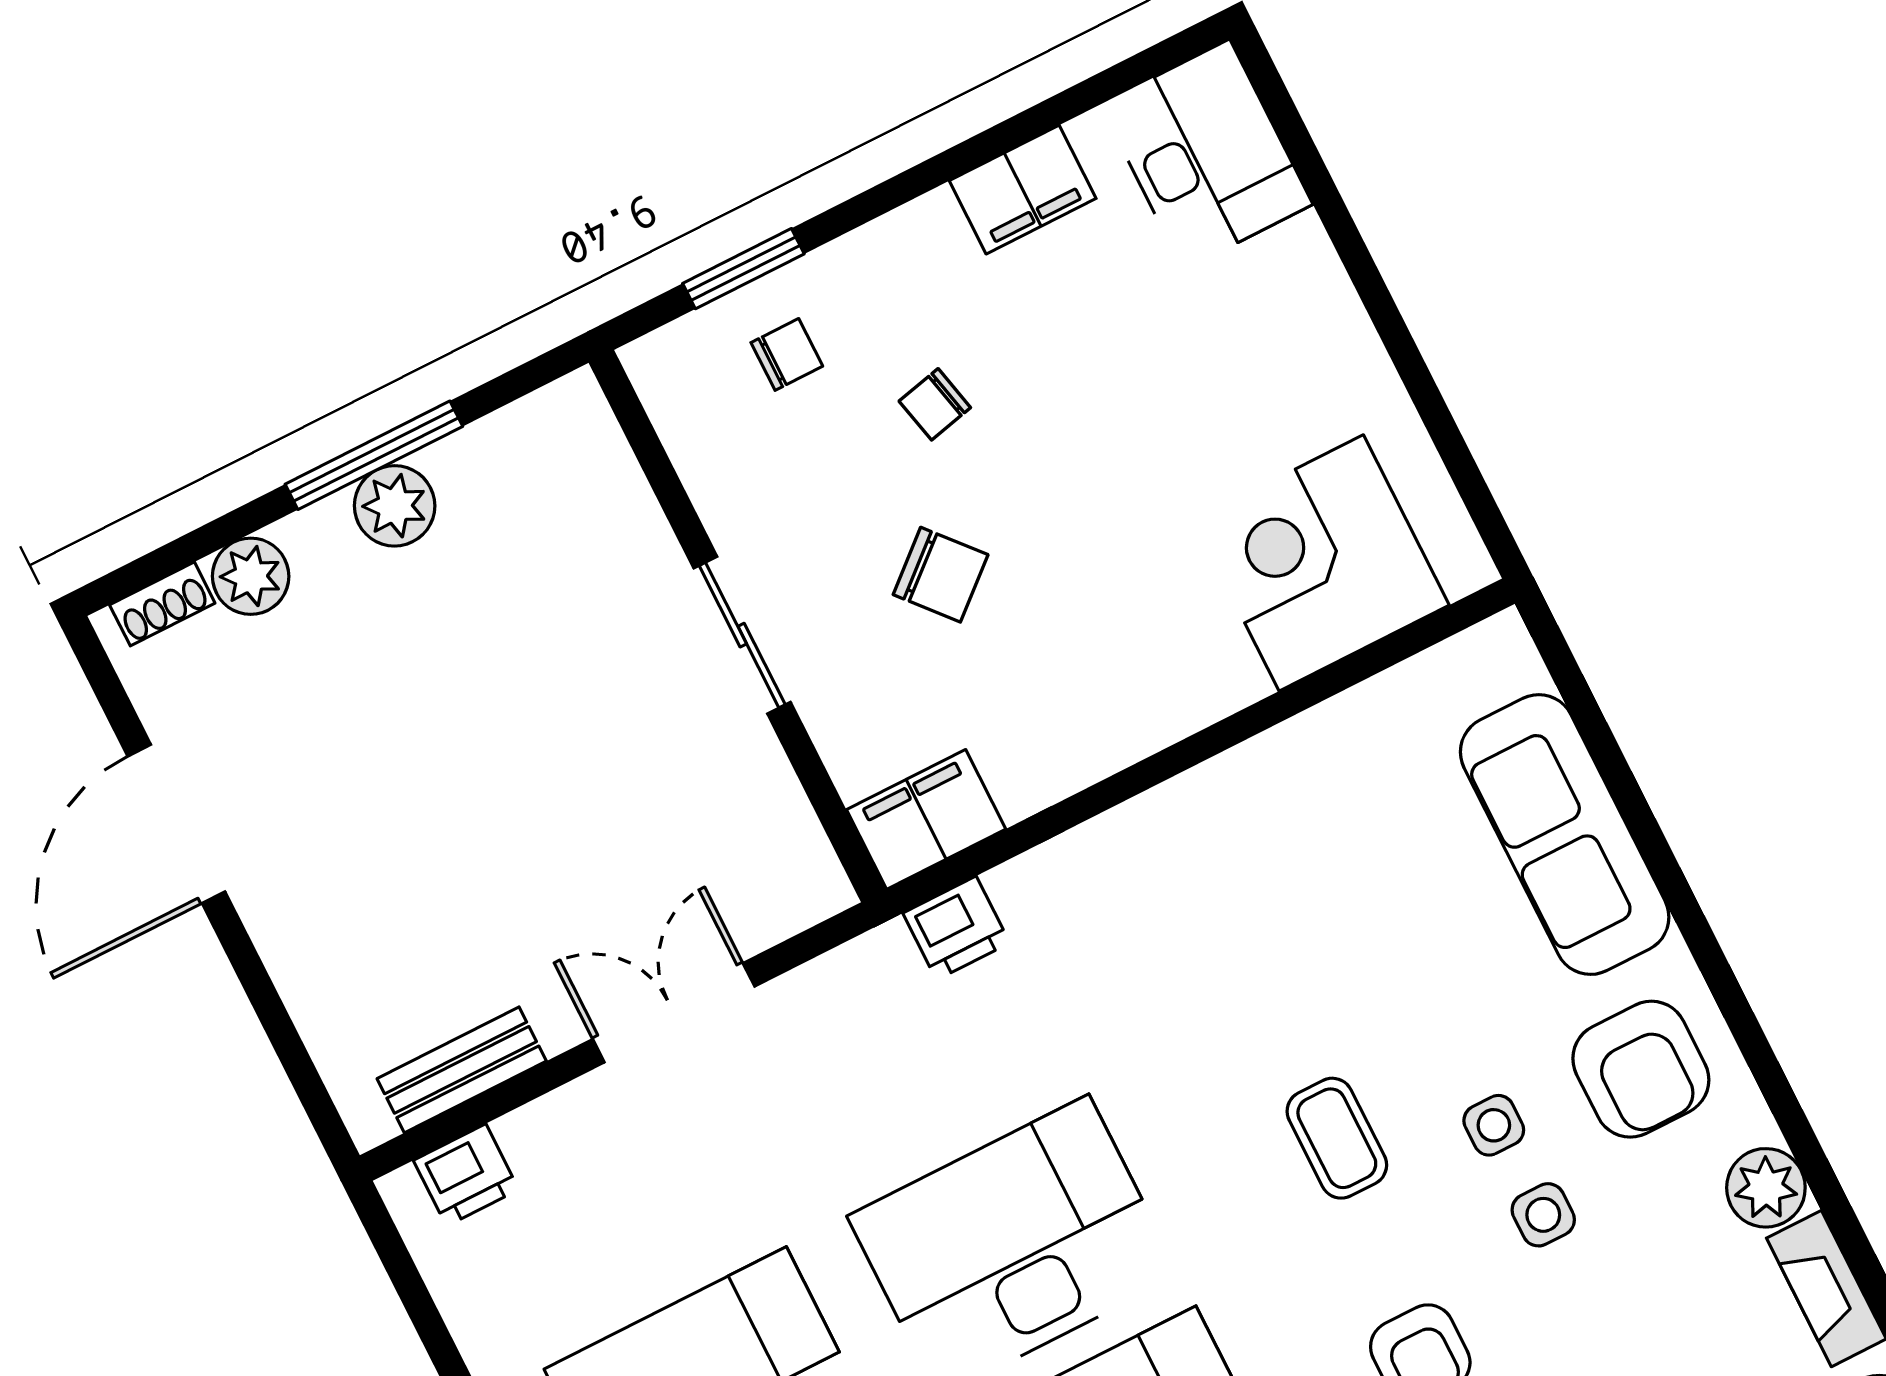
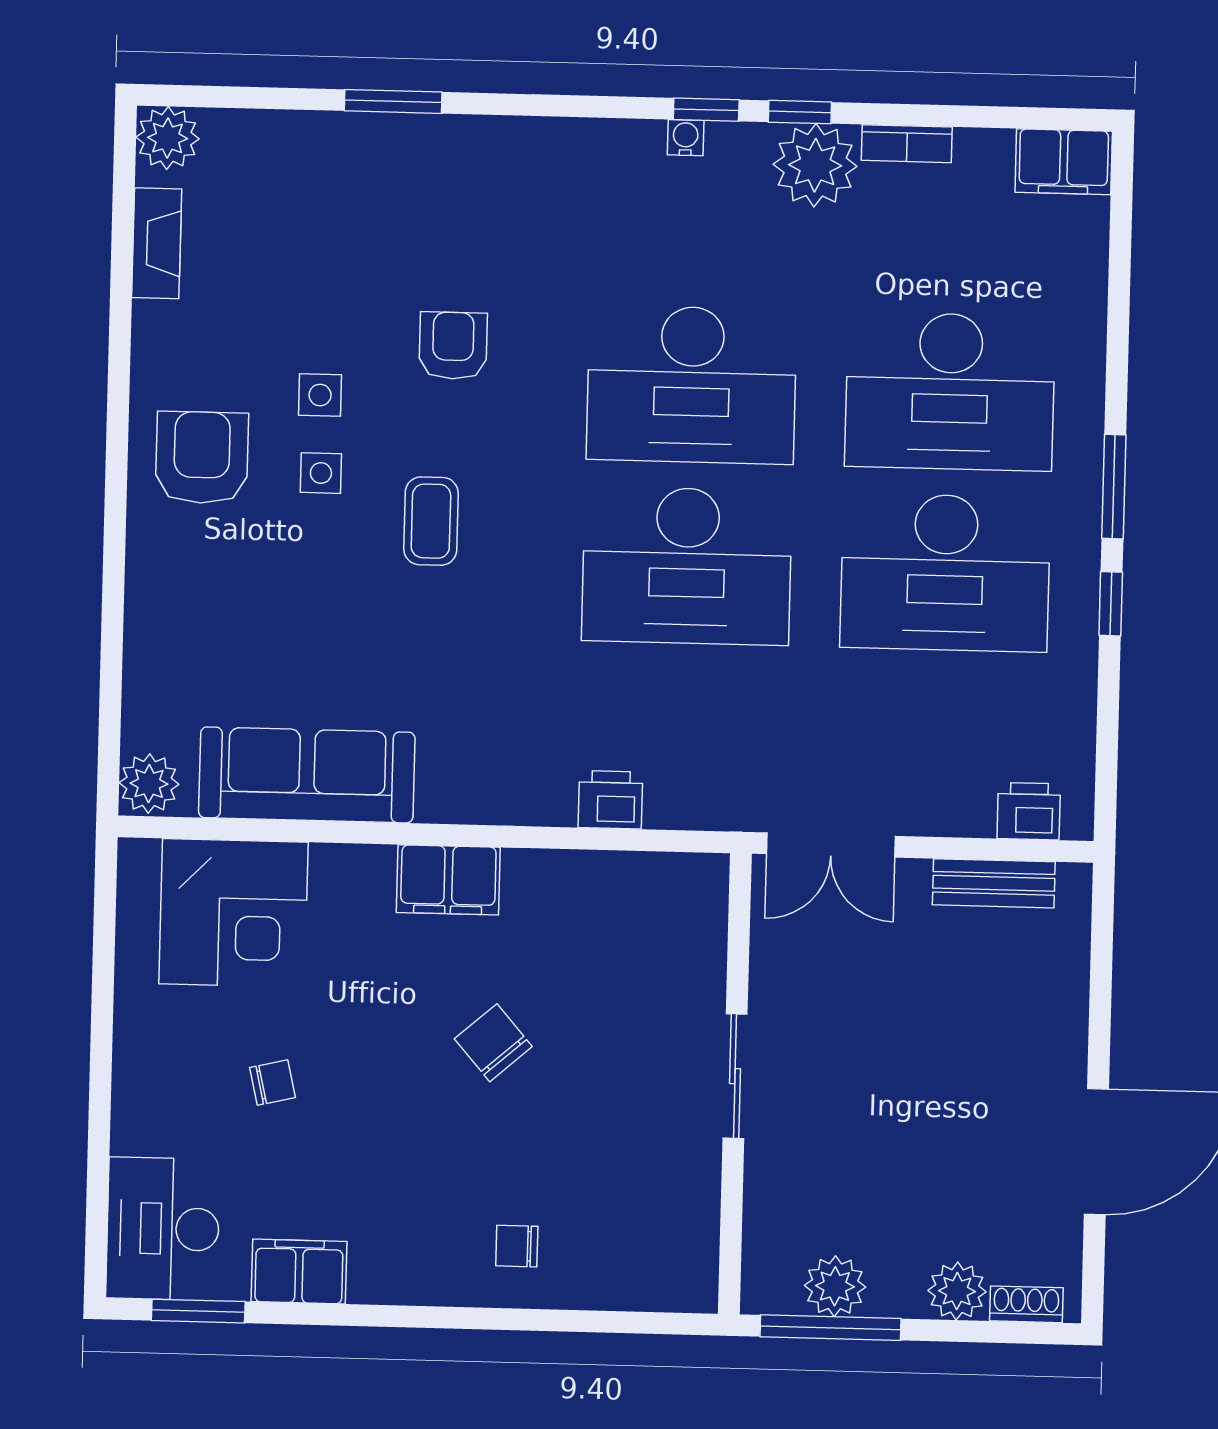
window: (743, 269) -> (198, 1311), moved
chair: (935, 404) -> (273, 1083), moved
wall: (738, 626) -> (735, 1084), moved
sliding door: (742, 635) -> (735, 1076), moved
filing cabinet: (926, 819) -> (448, 880), moved
sofa: (1565, 835) -> (307, 775), moved, turned -90
plant: (1766, 1188) -> (149, 784), moved

